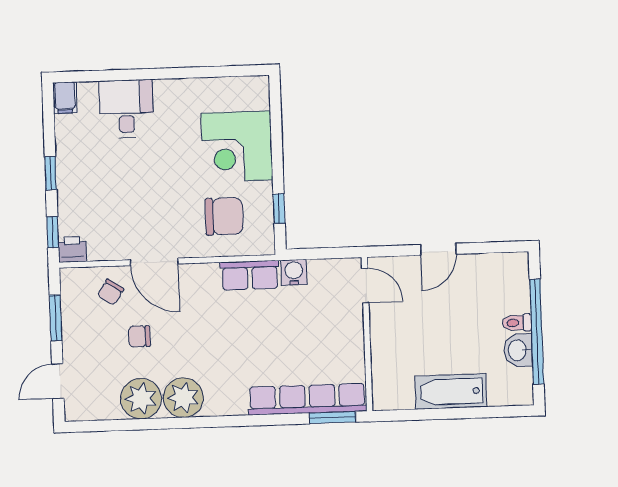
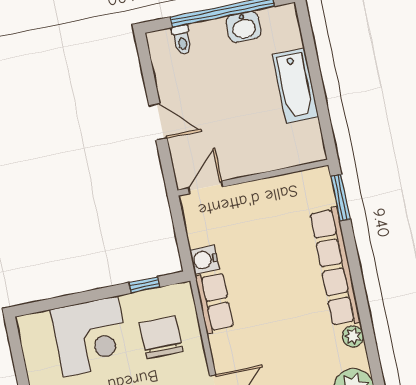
toilet: (517, 323) -> (182, 40), moved
plant: (183, 398) -> (353, 336), width x0.53, depth x0.53
row of seats: (307, 399) -> (335, 267), moved

